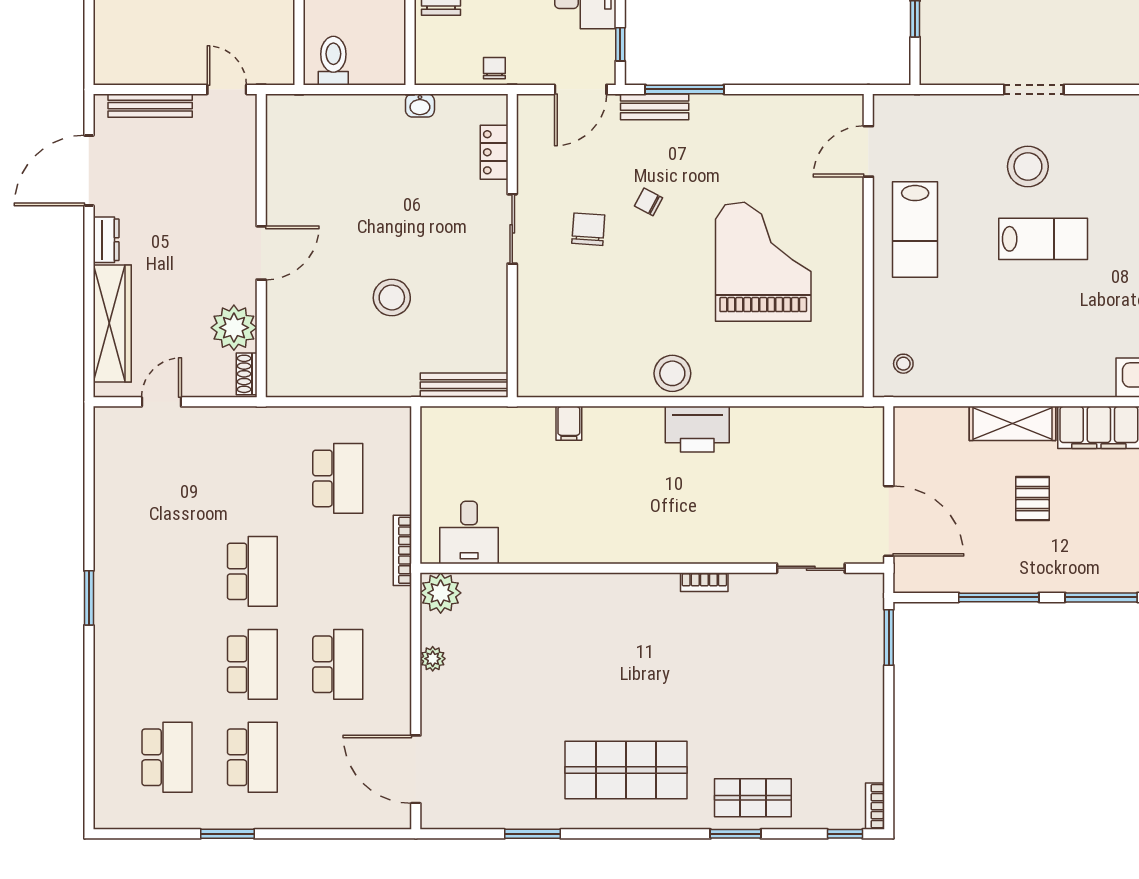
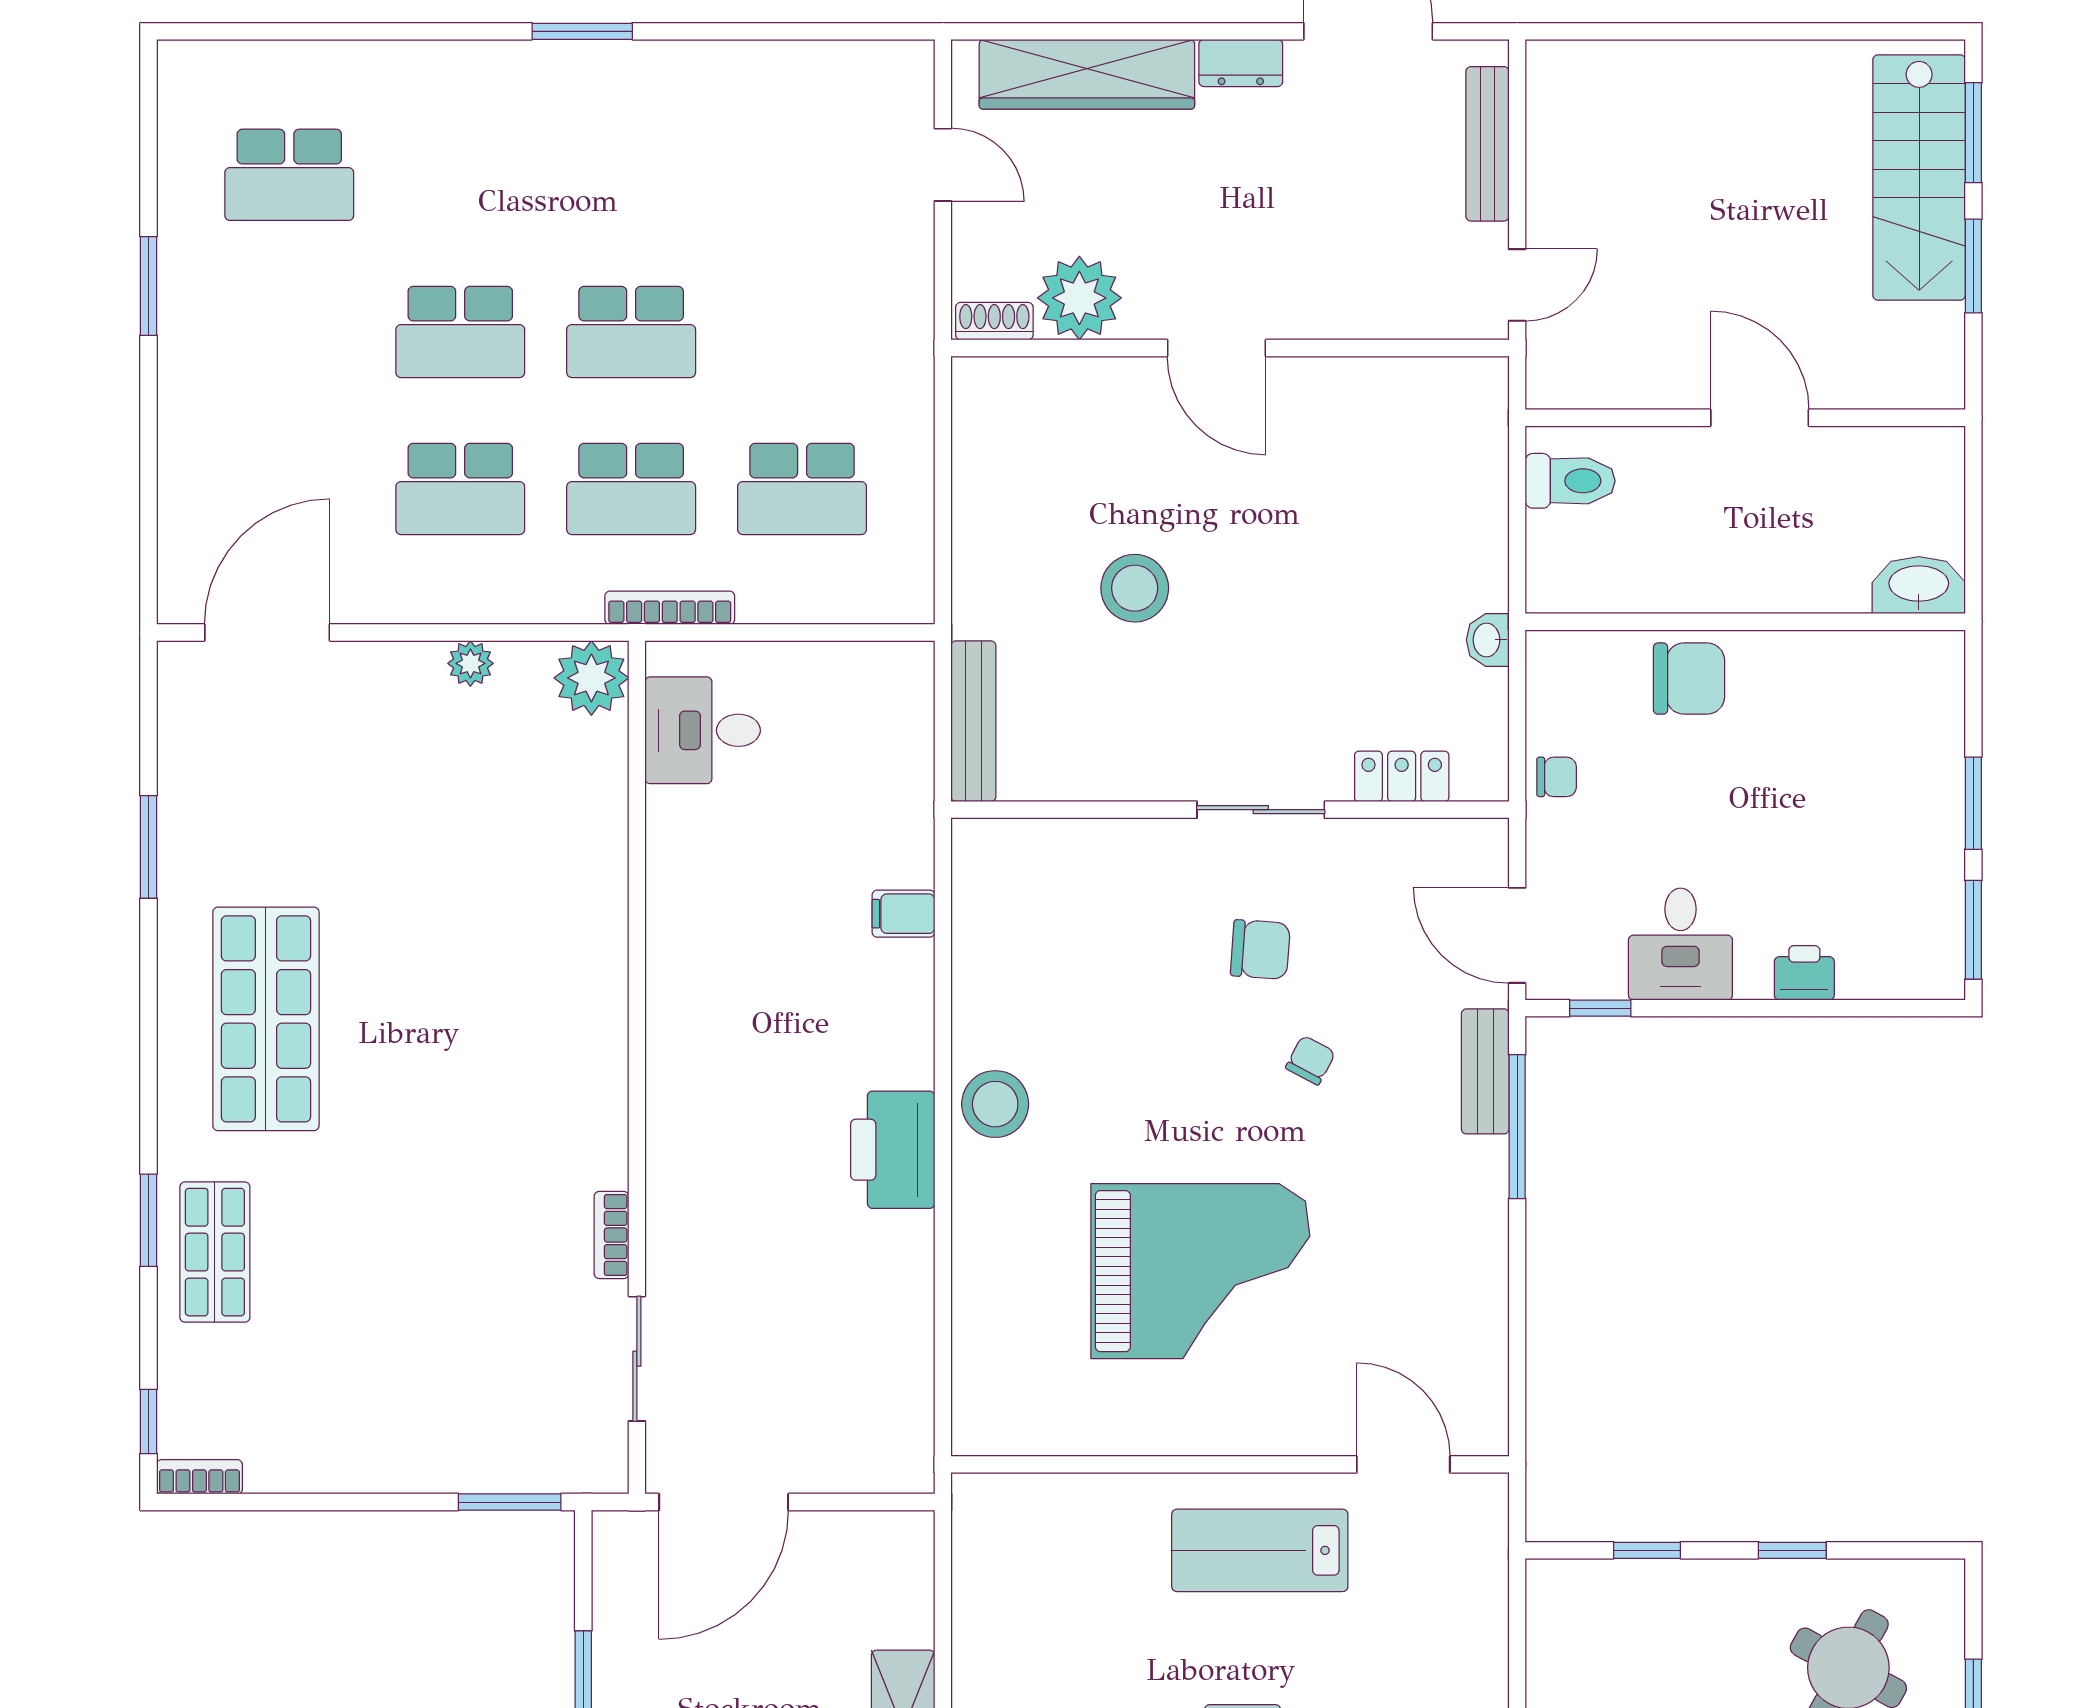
stool: (903, 364) -> (1013, 1529), removed
bookcase: (704, 582) -> (611, 1235), moved
school desk: (252, 757) -> (631, 489), moved

